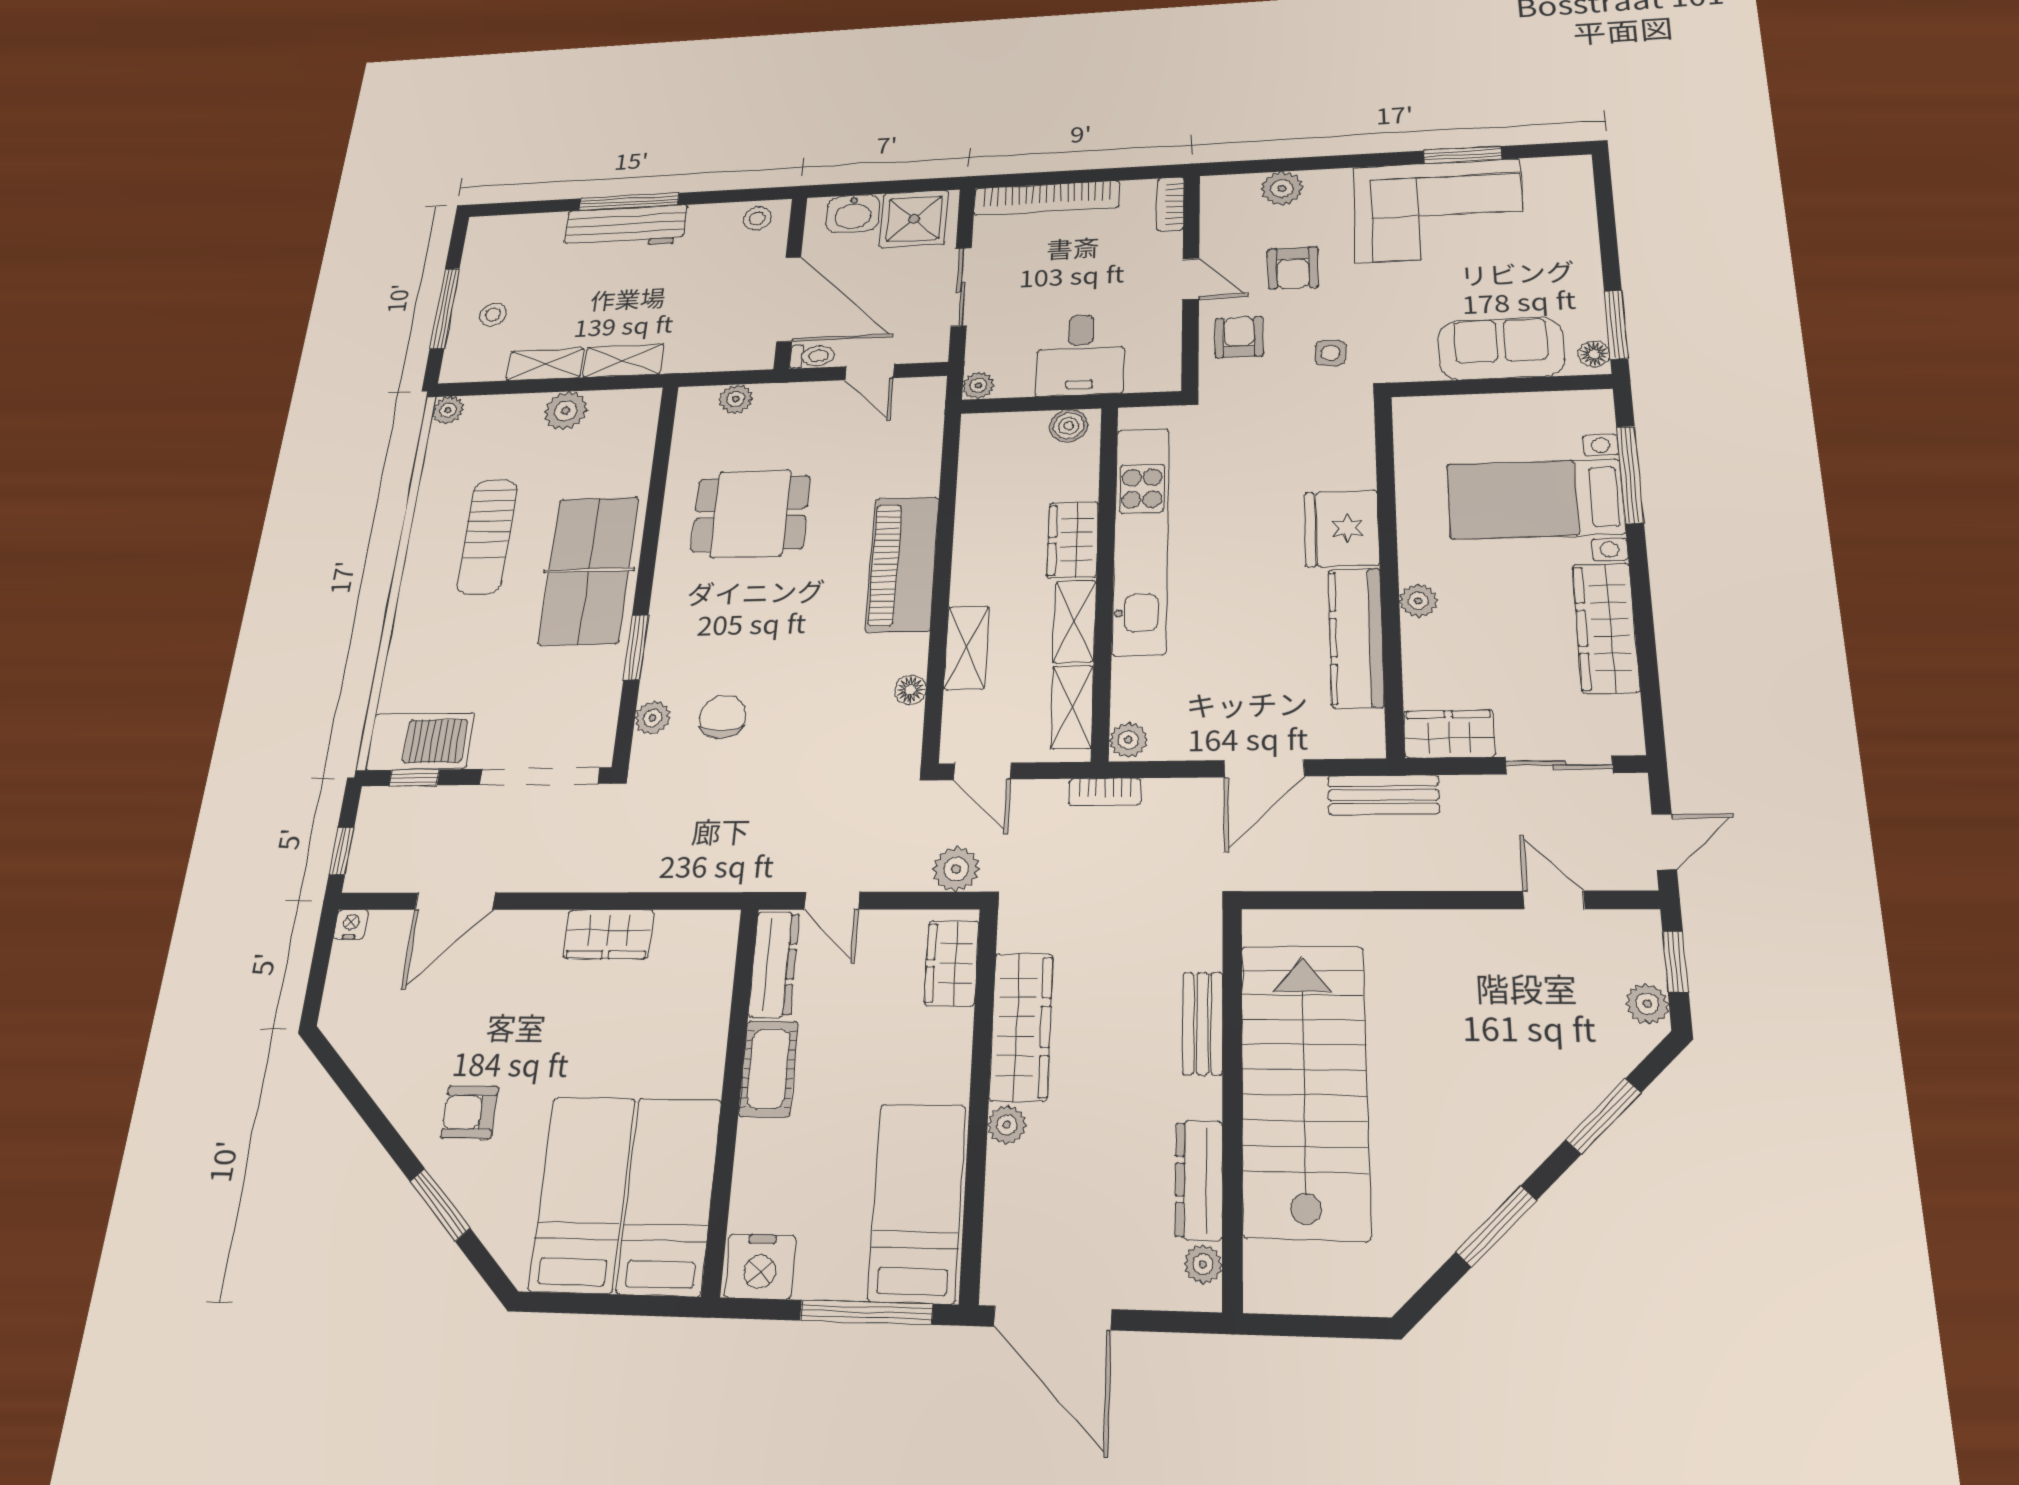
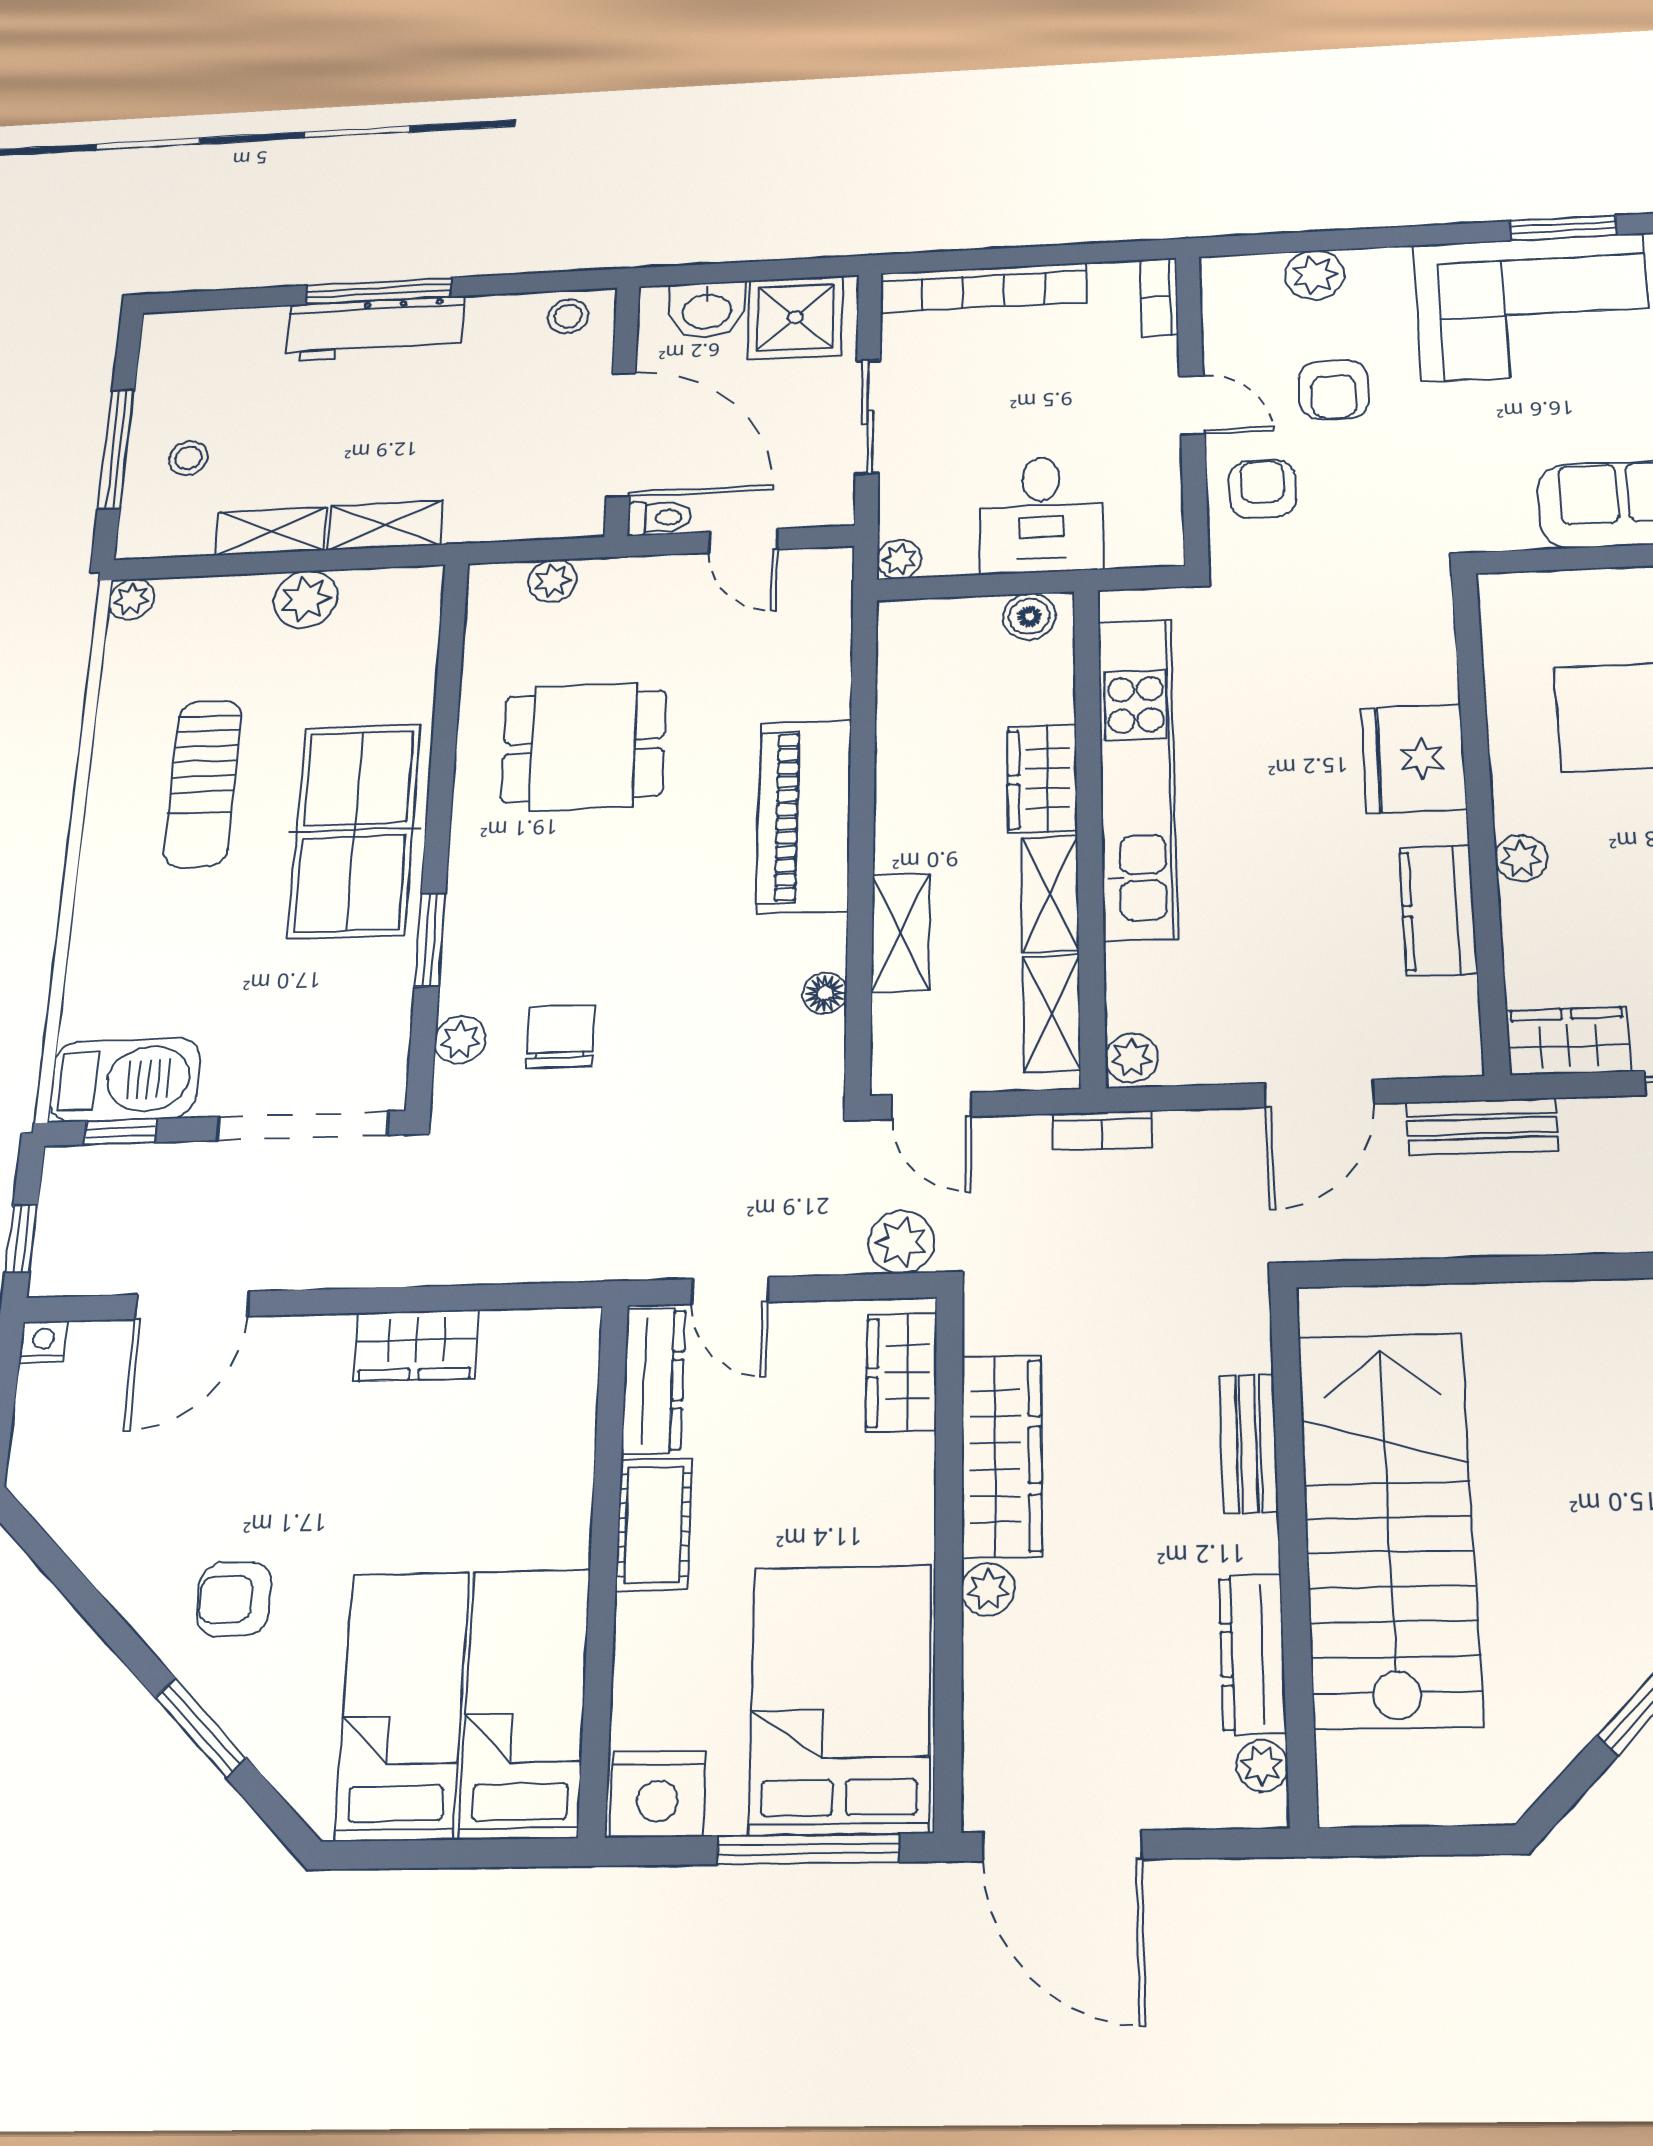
side table: (1330, 353) -> (1390, 511), removed
kitchen counter: (1356, 637) -> (1438, 910), width x0.67
bed: (917, 1202) -> (841, 1699), width x1.50

